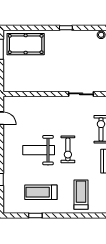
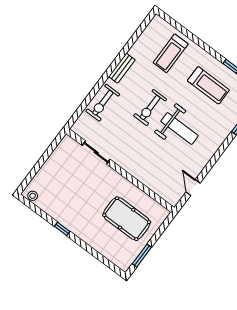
pool table: (26, 44) -> (127, 219), moved
exercise bike: (68, 149) -> (150, 108), turned 180

